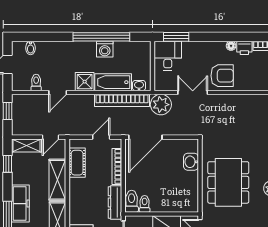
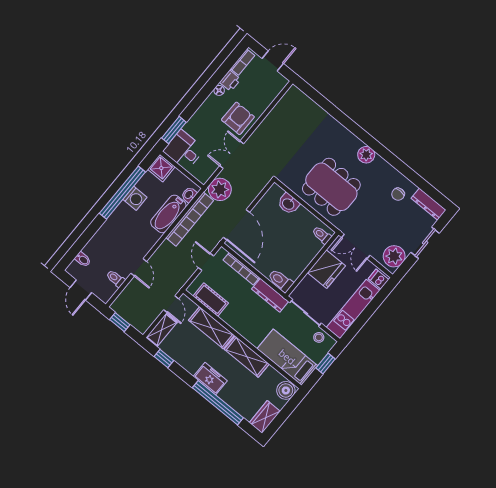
shower: (85, 82) -> (161, 168), moved
freezer: (20, 204) -> (210, 379), width x0.71
toilet: (145, 204) -> (322, 235), moved

